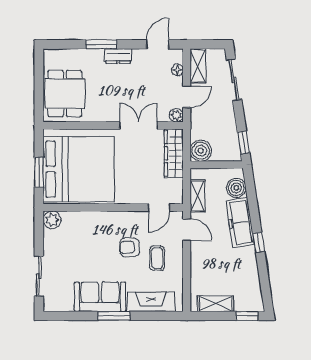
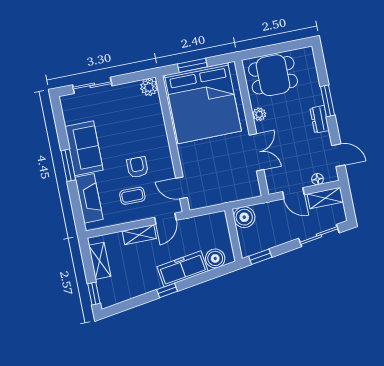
plant: (176, 115) -> (259, 114), moved
wardrobe: (174, 153) -> (236, 192), removed
shelving: (197, 196) -> (139, 235), moved

